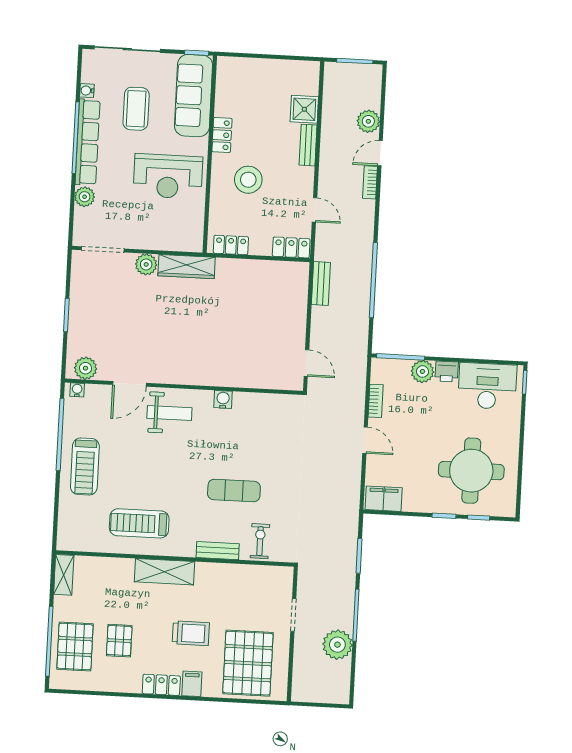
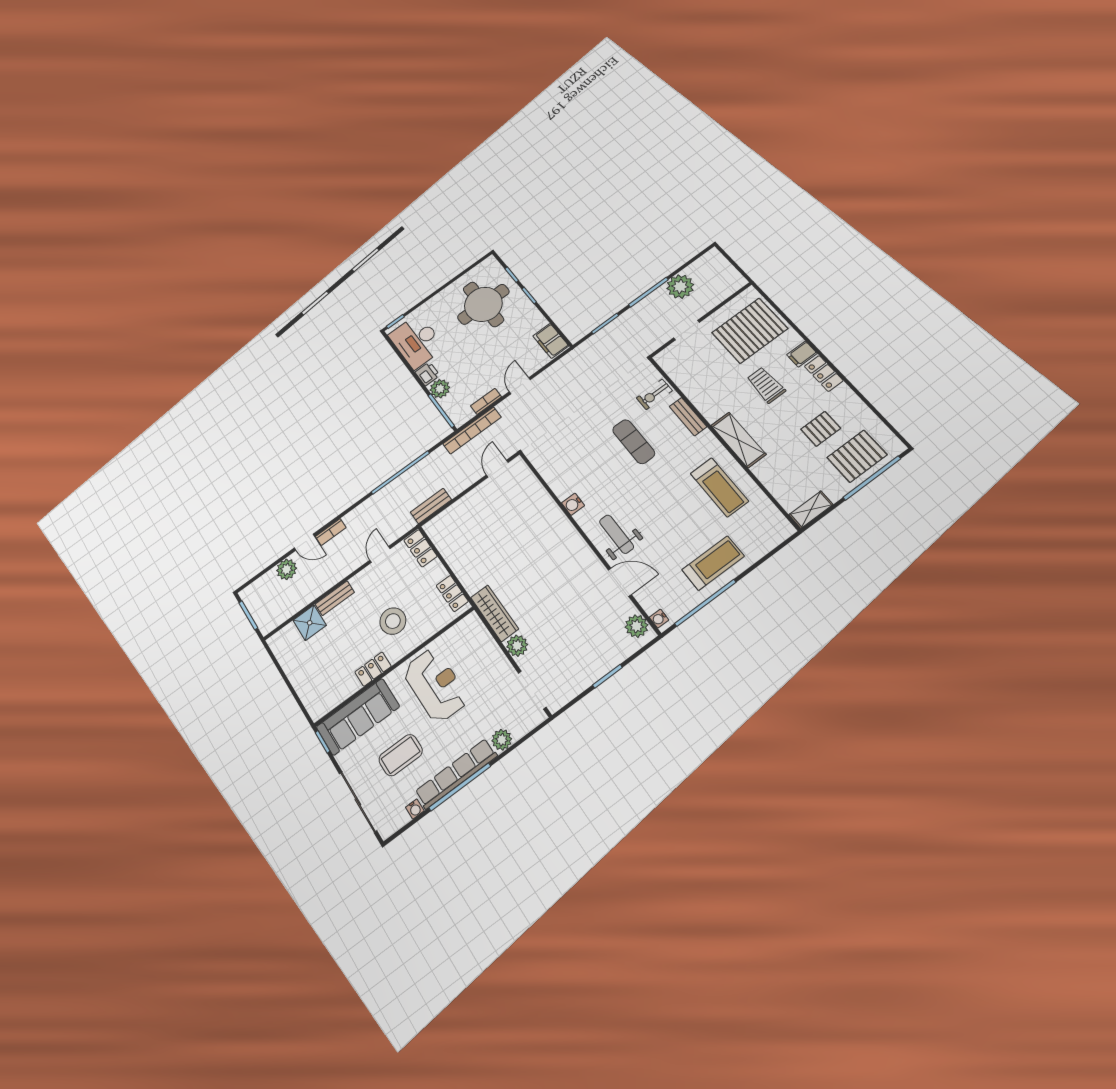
bookcase: (359, 369) -> (472, 430), added

